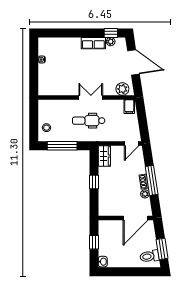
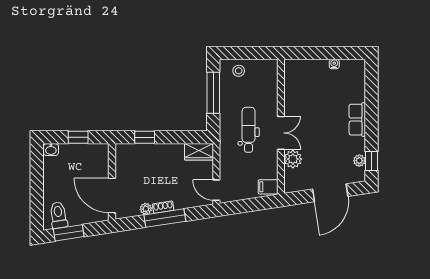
row of seats: (93, 43) -> (357, 120), moved
plant: (122, 89) -> (293, 159), moved
window: (94, 182) -> (145, 137), moved

